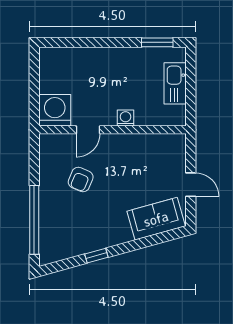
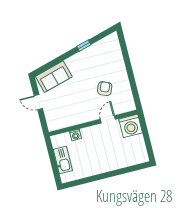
window: (157, 42) -> (80, 182), removed
washing machine: (126, 118) -> (75, 135), moved
window: (34, 220) -> (126, 58), removed

